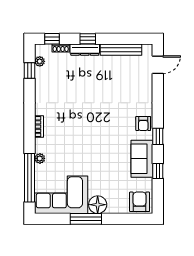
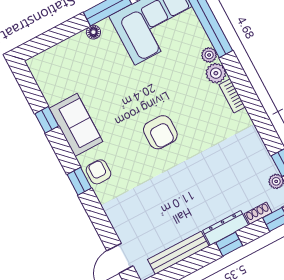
window: (158, 136) -> (79, 181), moved
plant: (42, 145) -> (216, 73), added
armchair: (140, 202) -> (160, 132), moved
floor lamp: (98, 205) -> (93, 32), width x0.53, depth x0.53

